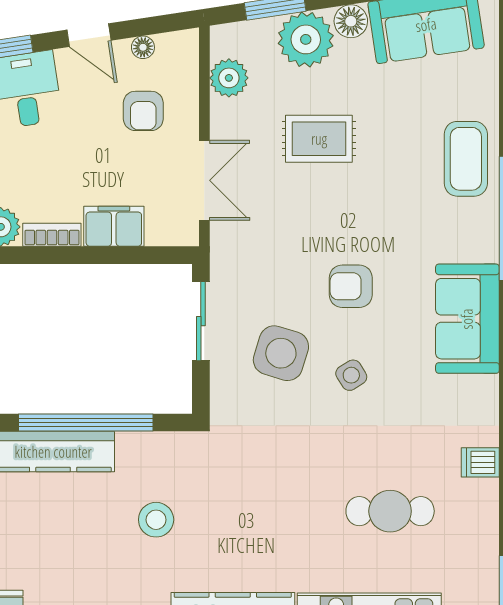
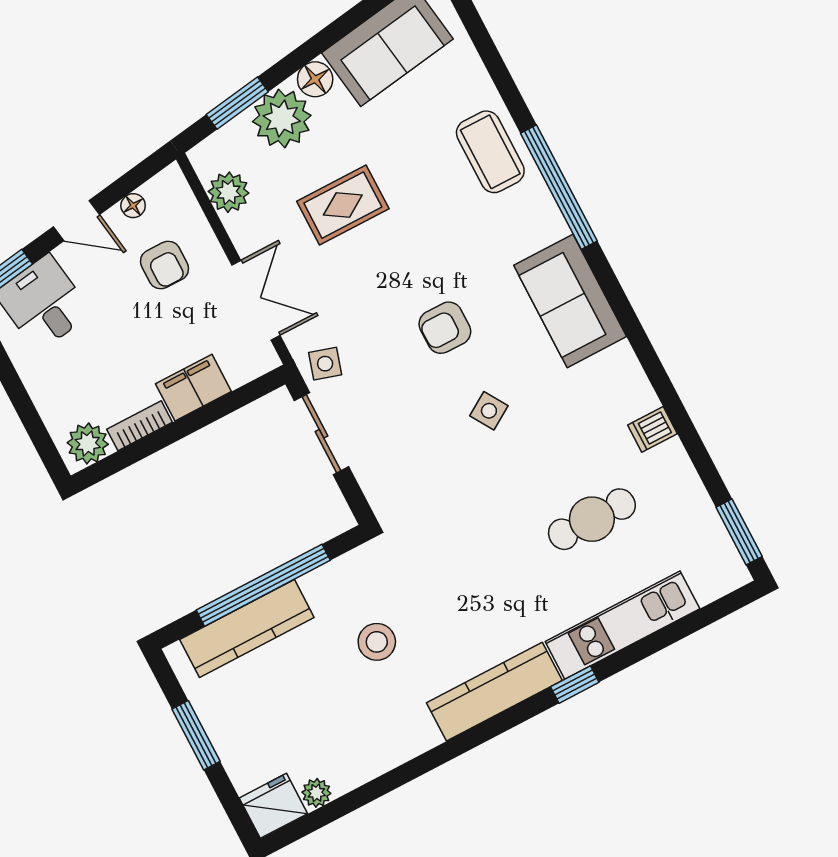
side table: (281, 353) -> (325, 364), moved, width x0.54, depth x0.54

